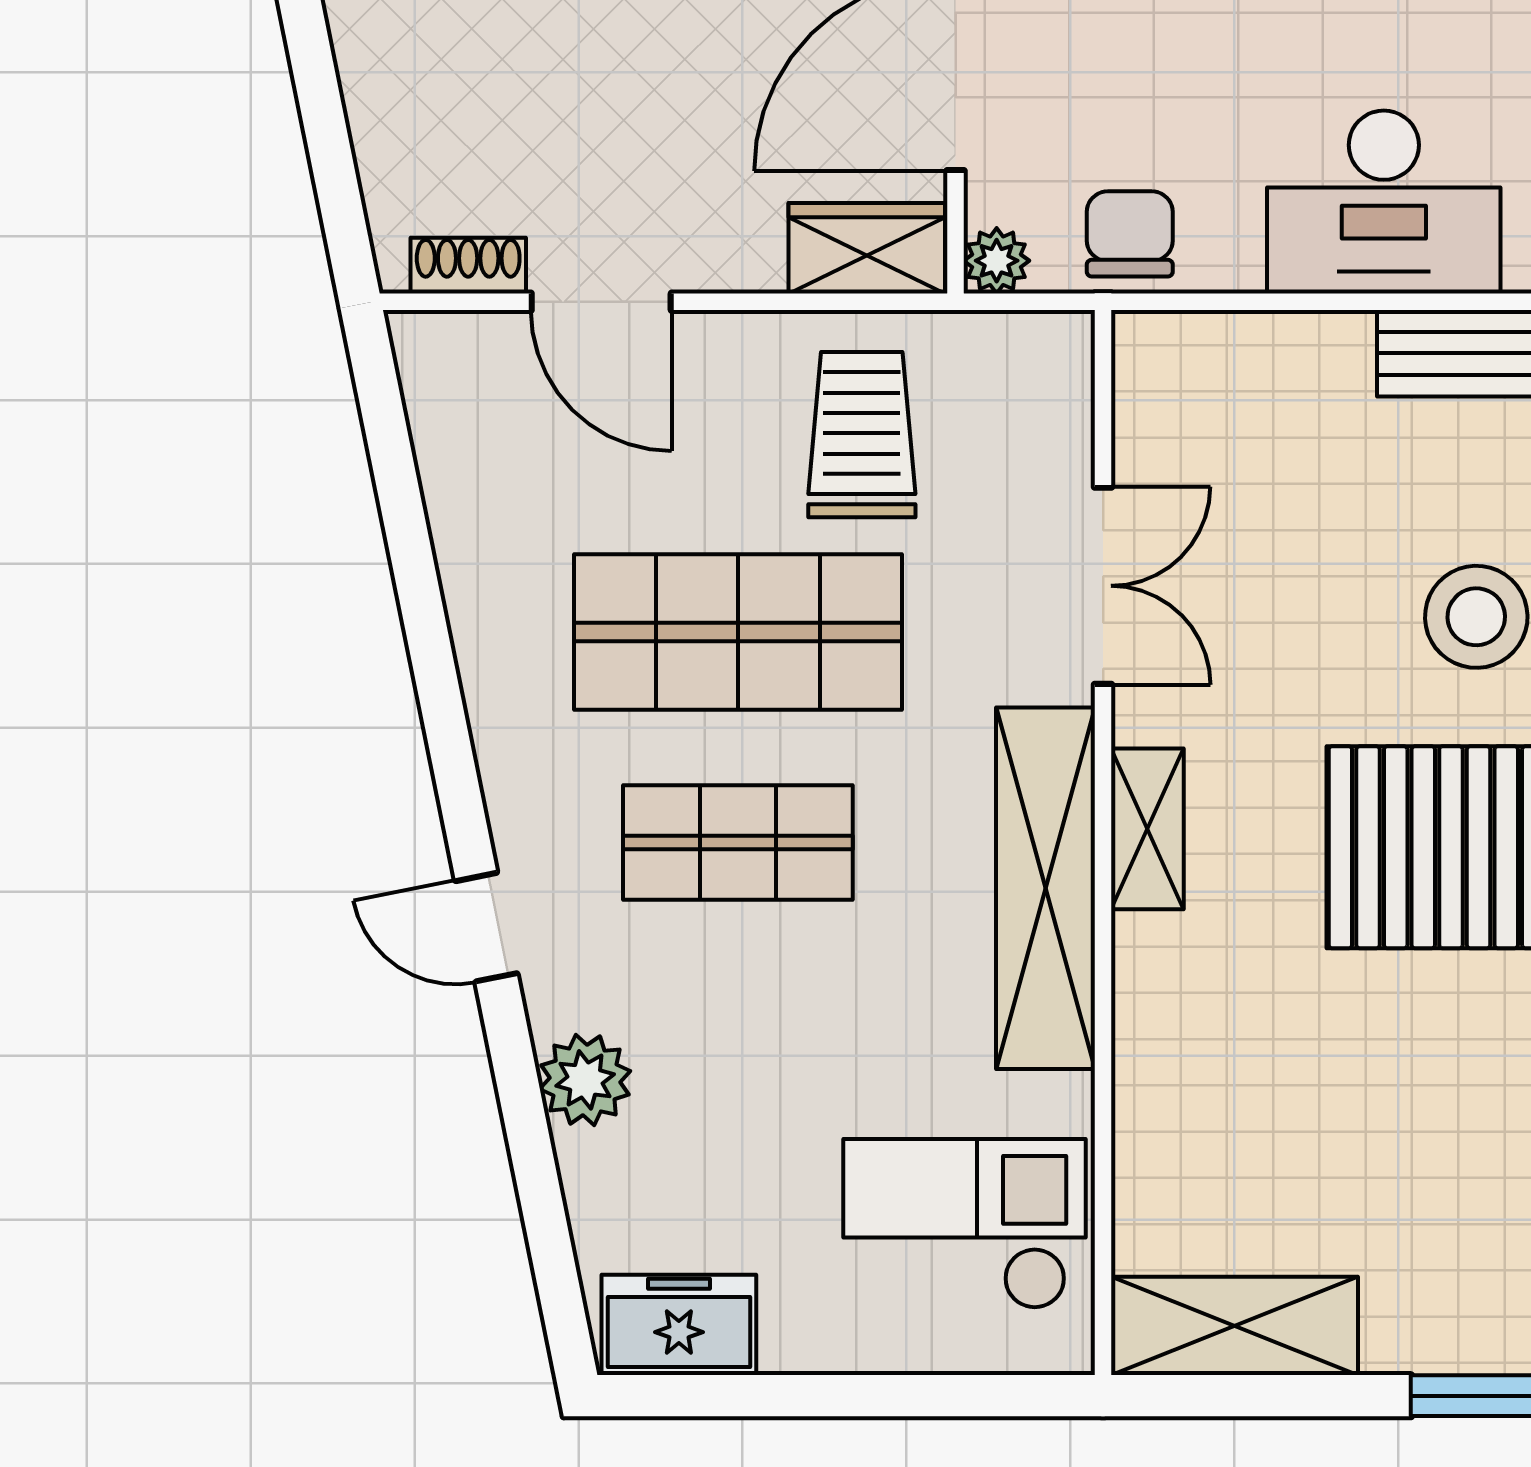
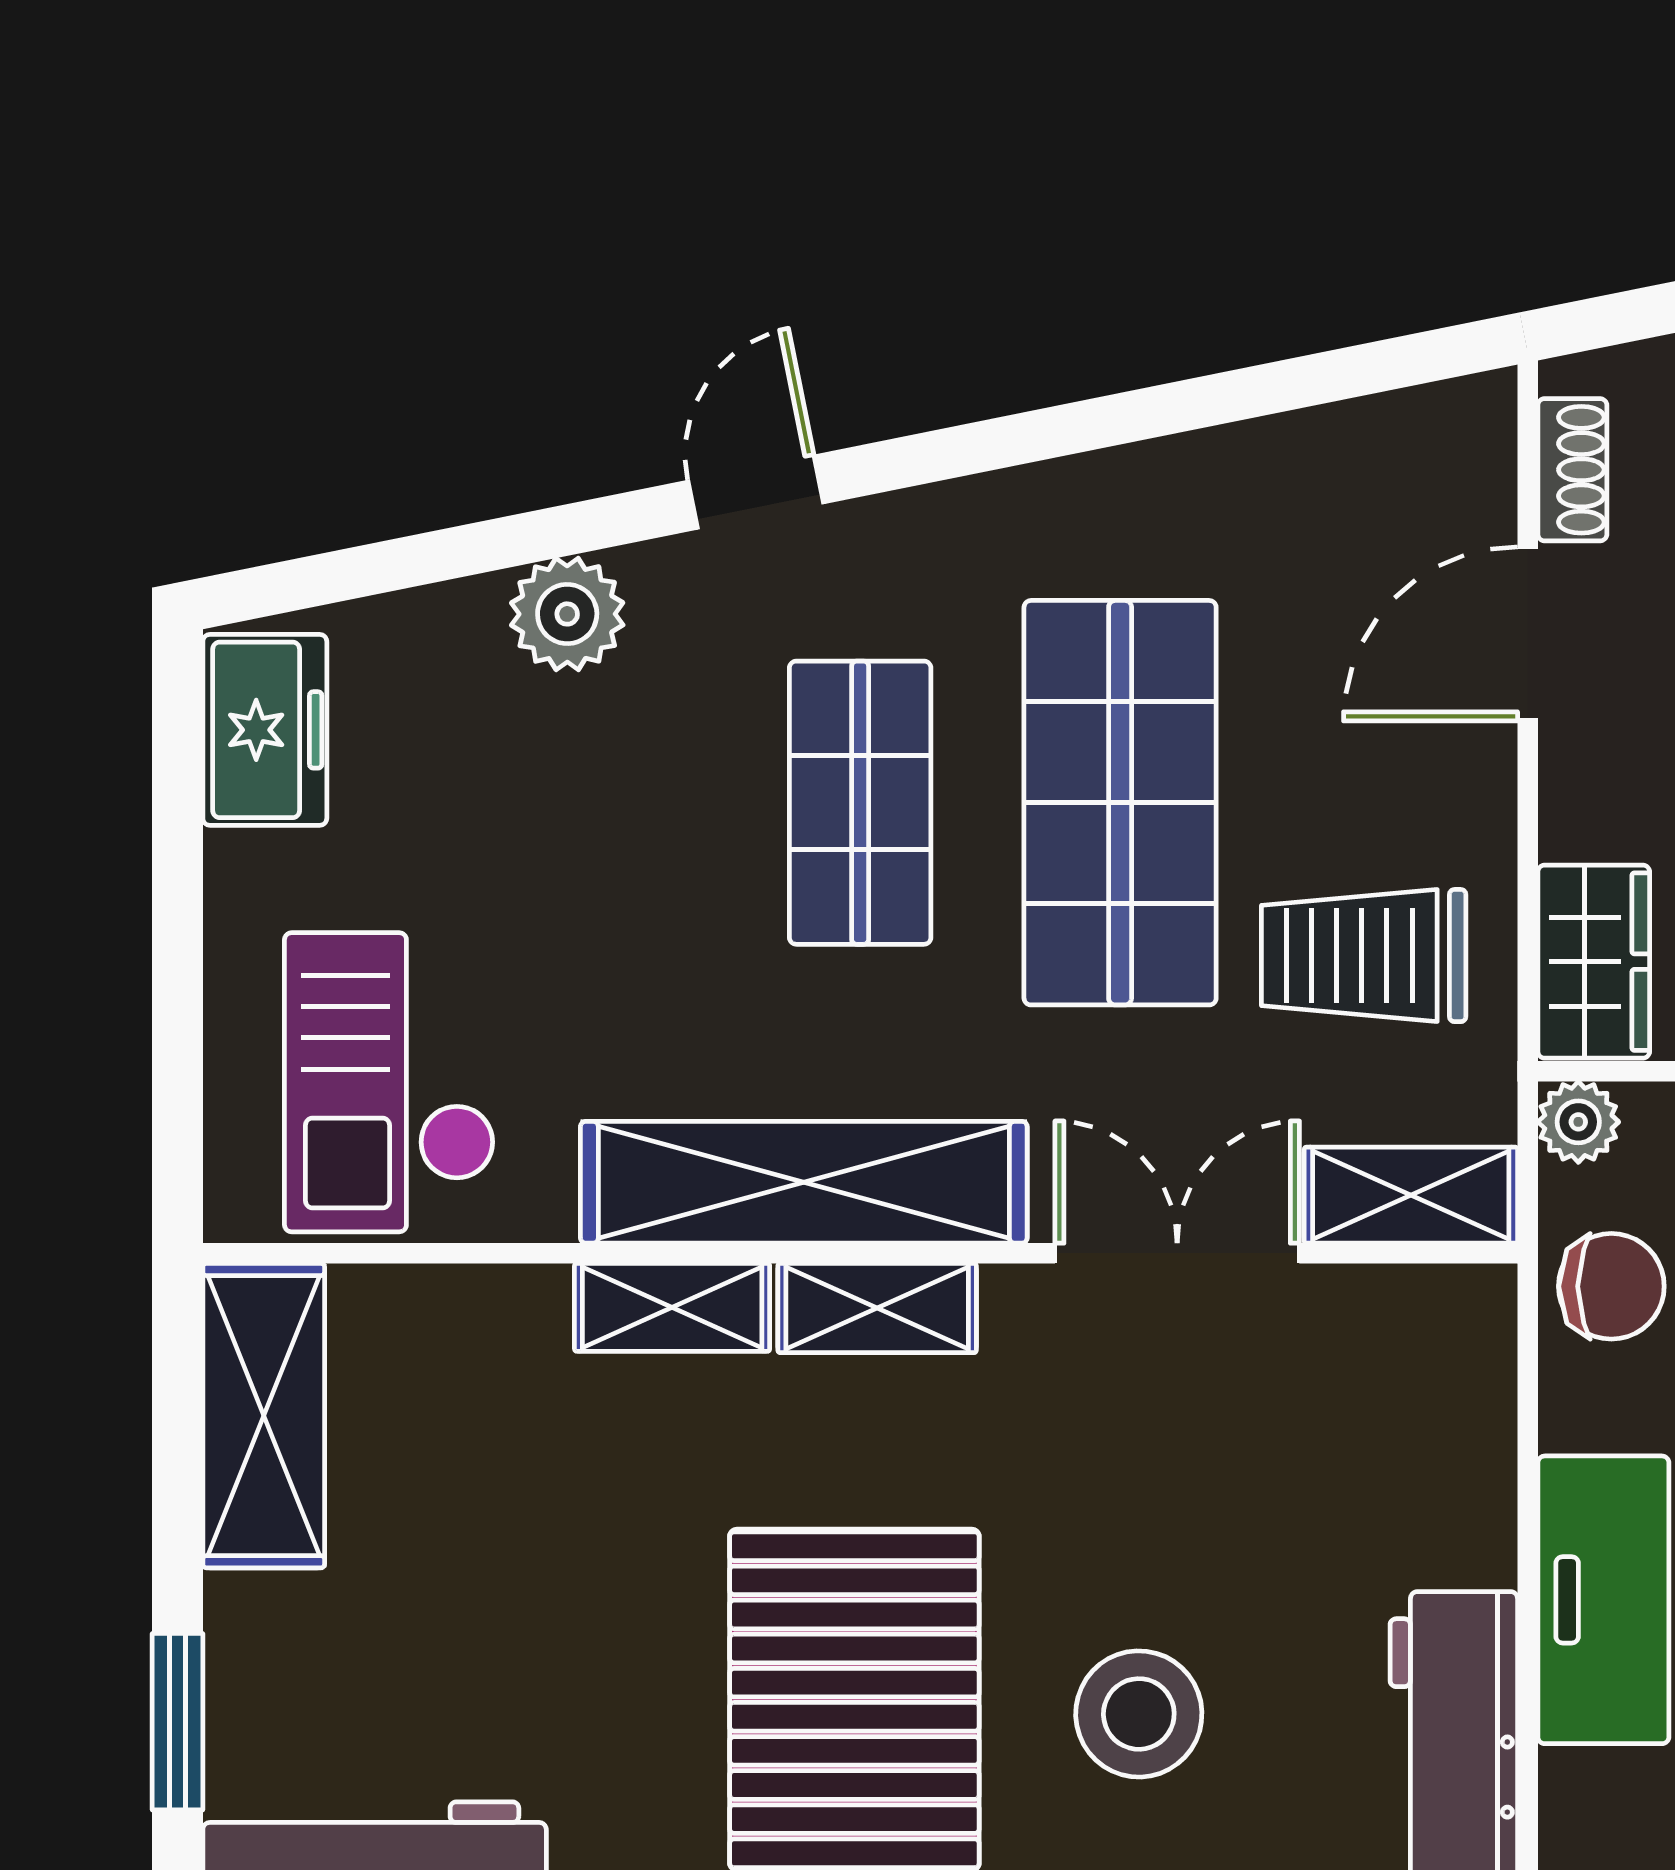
shelving: (1056, 396) -> (1411, 1195), added
trolley: (862, 435) -> (1364, 956), turned 180
double door: (1103, 586) -> (1177, 1253), swing flipped
shelving: (1147, 995) -> (672, 1307), added
checkout: (964, 1224) -> (390, 1082), turned 180

